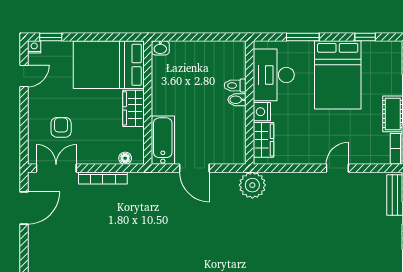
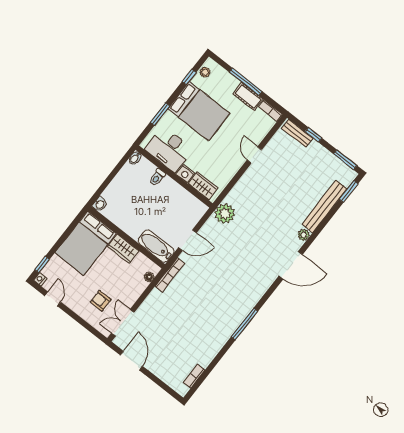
stool: (383, 50) -> (205, 72), added
bidet: (237, 100) -> (135, 158), moved
bookcase: (103, 178) -> (170, 275), moved

